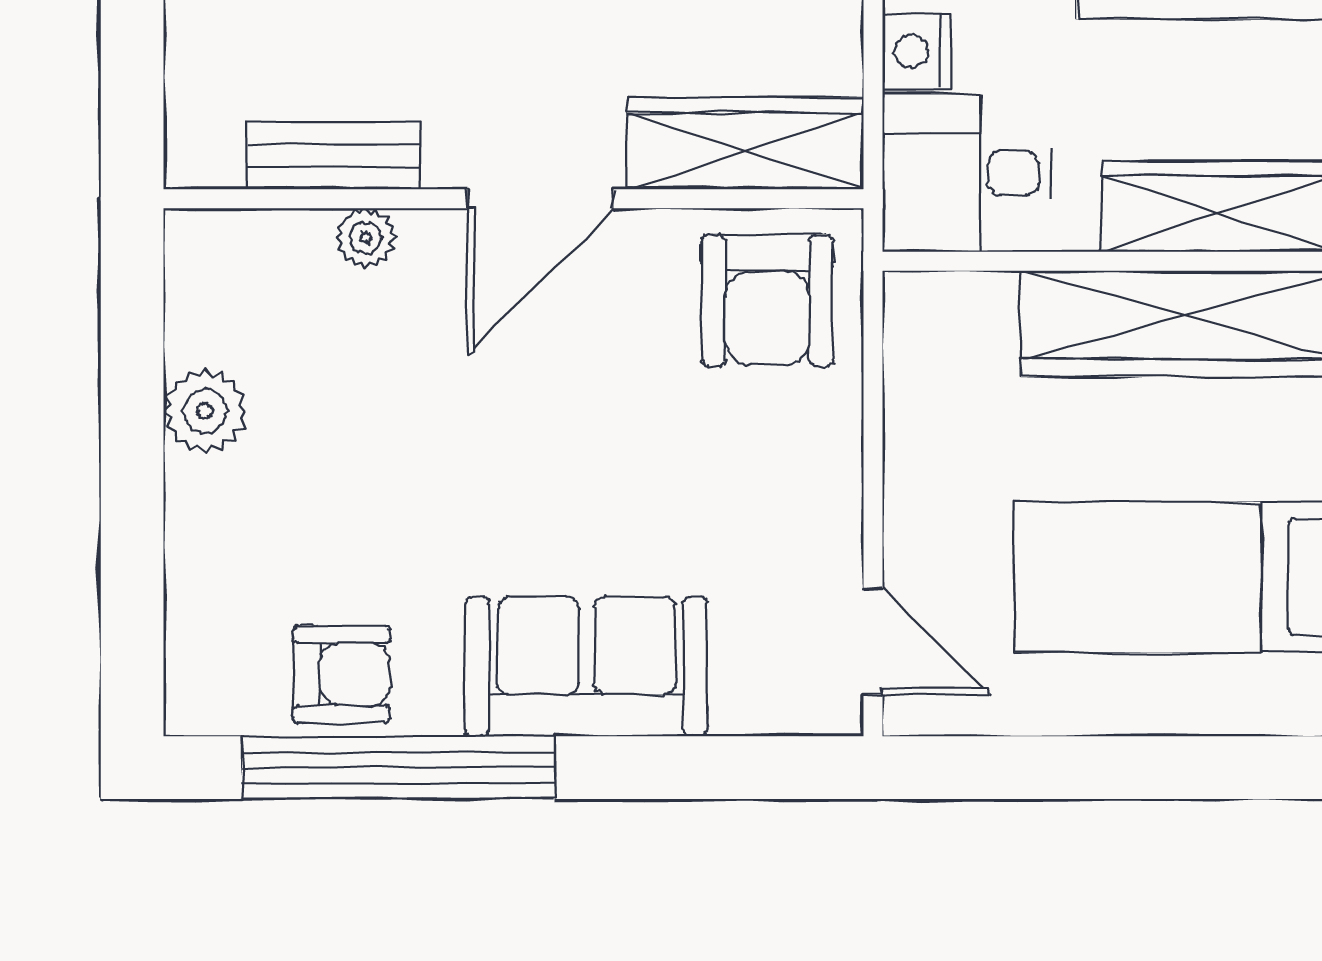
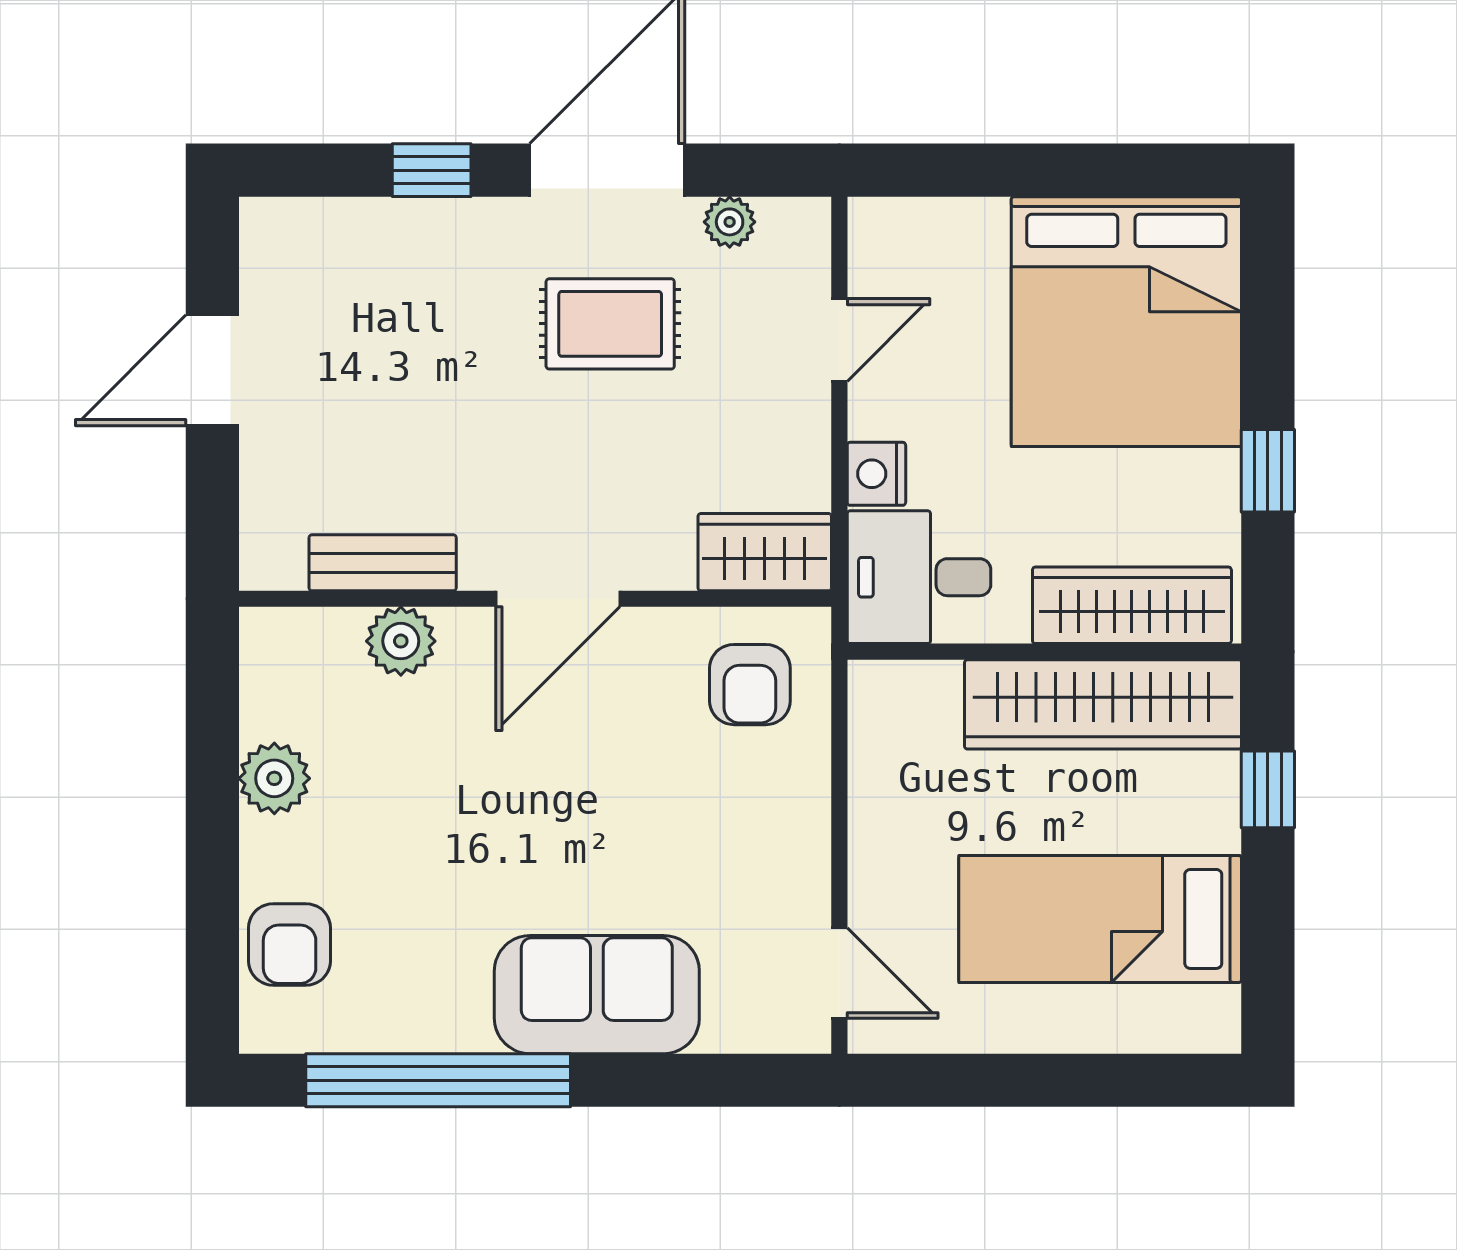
wardrobe: (745, 144) -> (765, 552), width x0.67
plant: (366, 238) -> (401, 641), width x1.38, depth x1.38
armchair: (767, 300) -> (750, 685), width x0.72, depth x0.72
armchair: (341, 674) -> (290, 944), moved, turned 90

